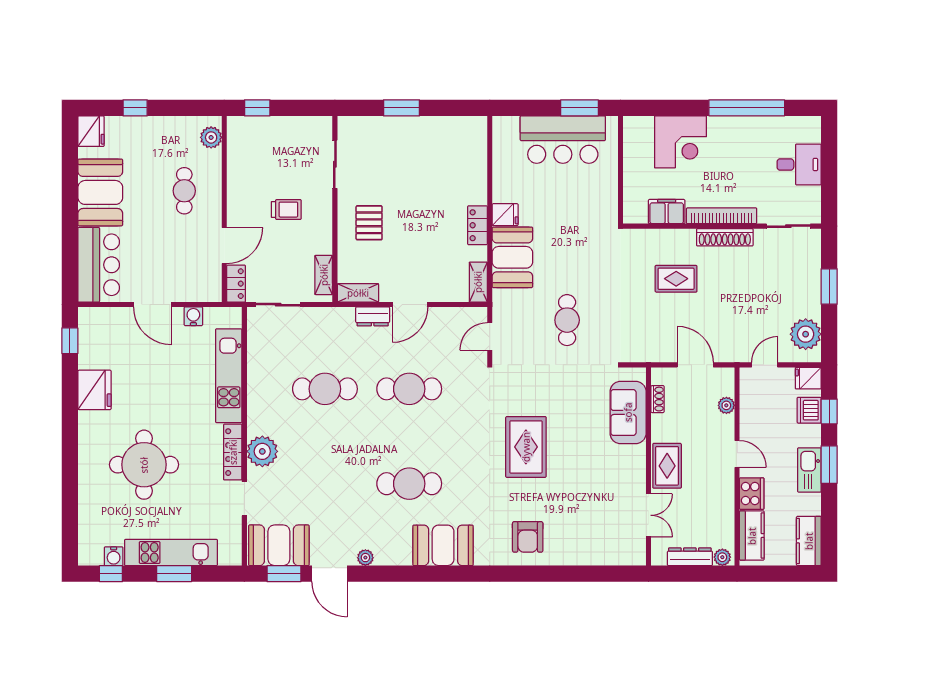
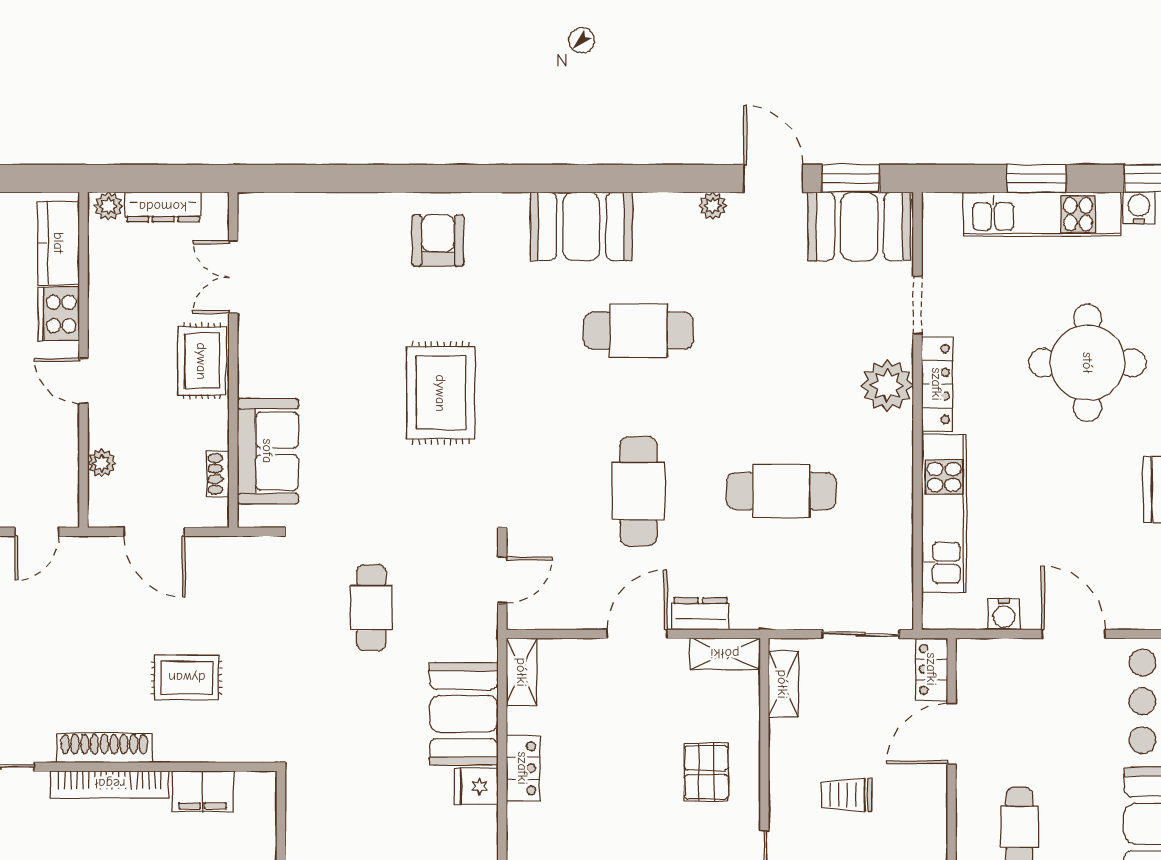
cafe table: (409, 389) -> (639, 491), turned 90

